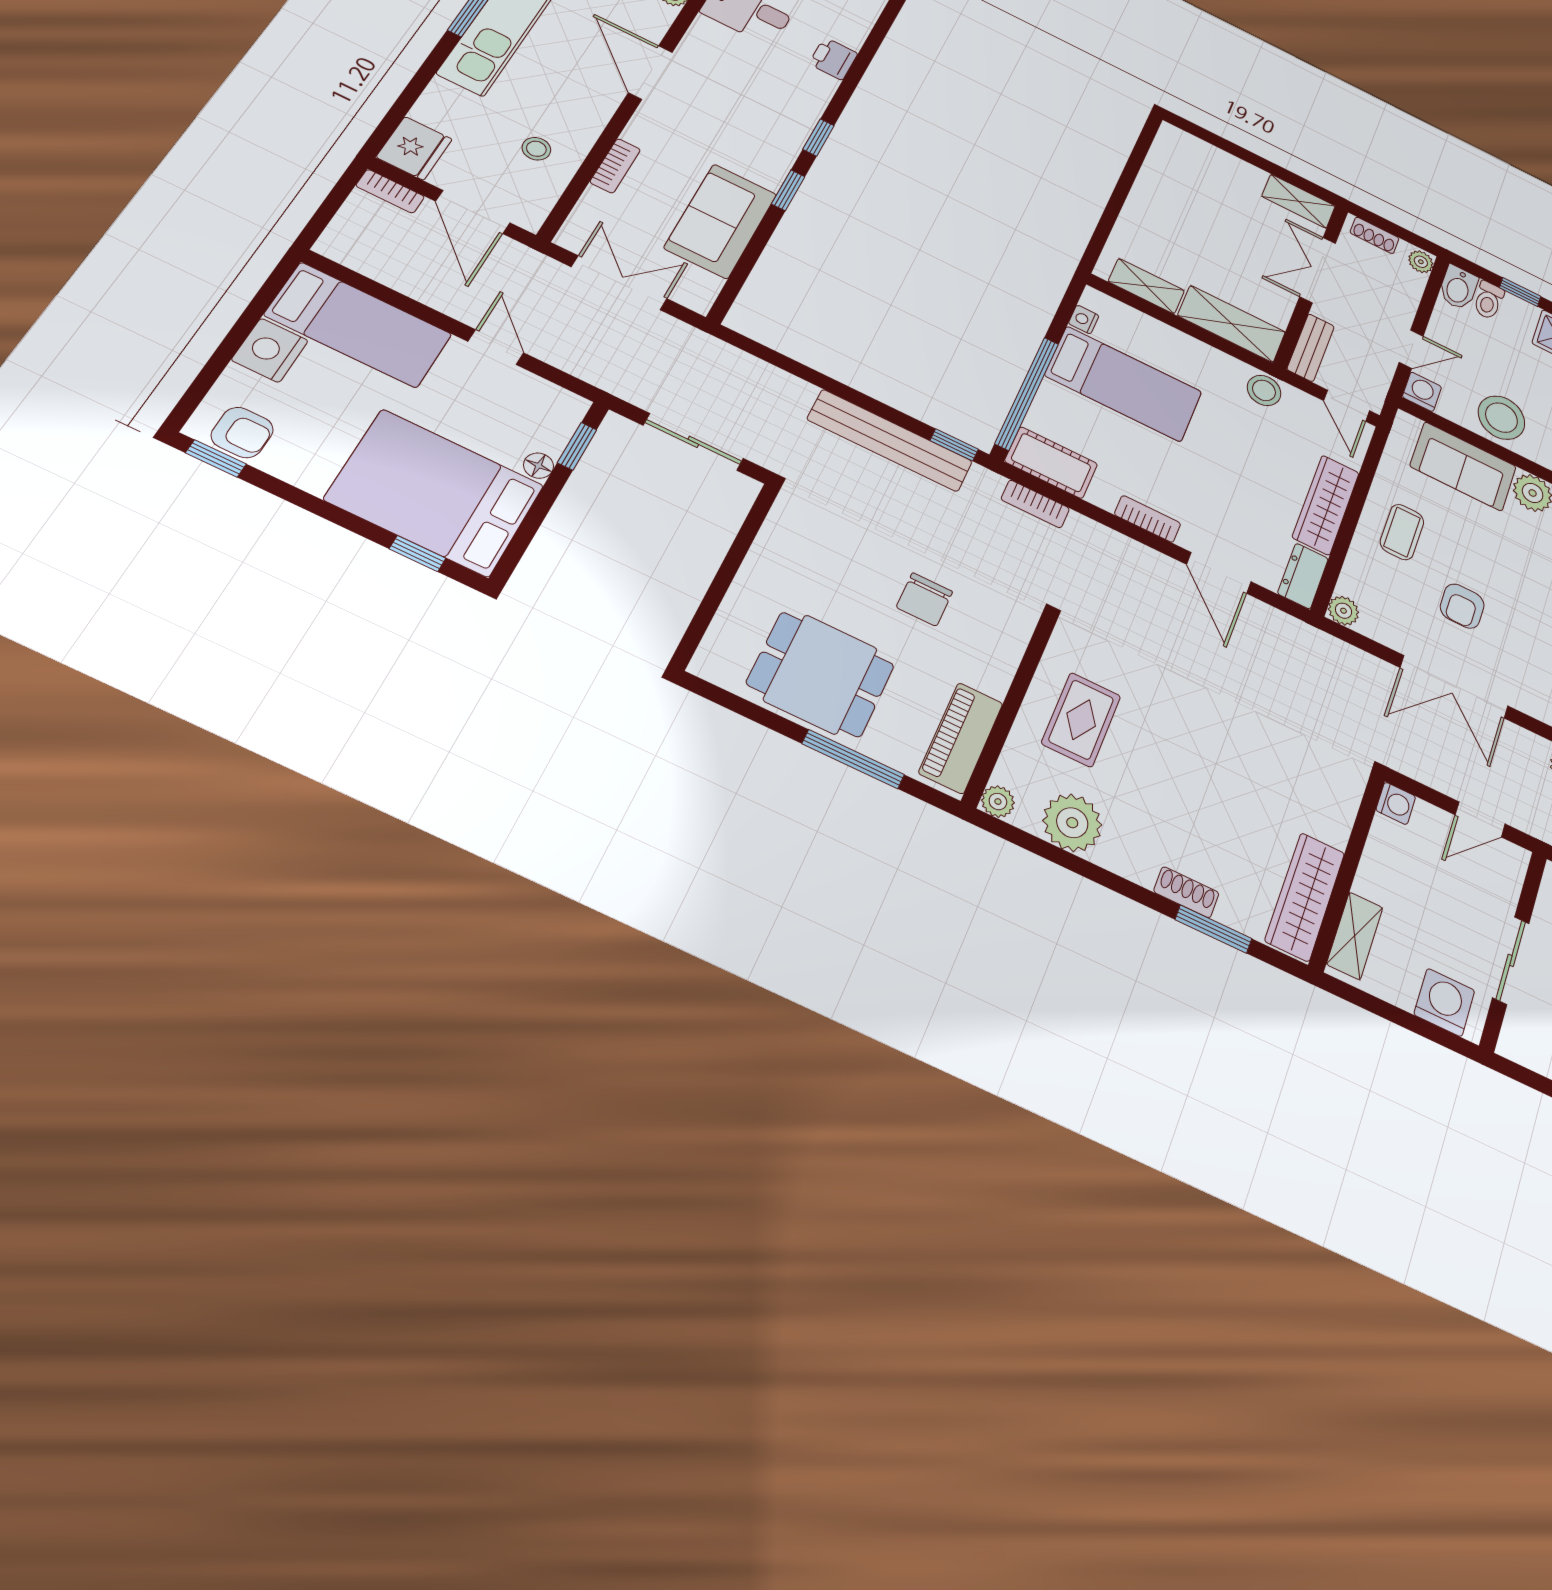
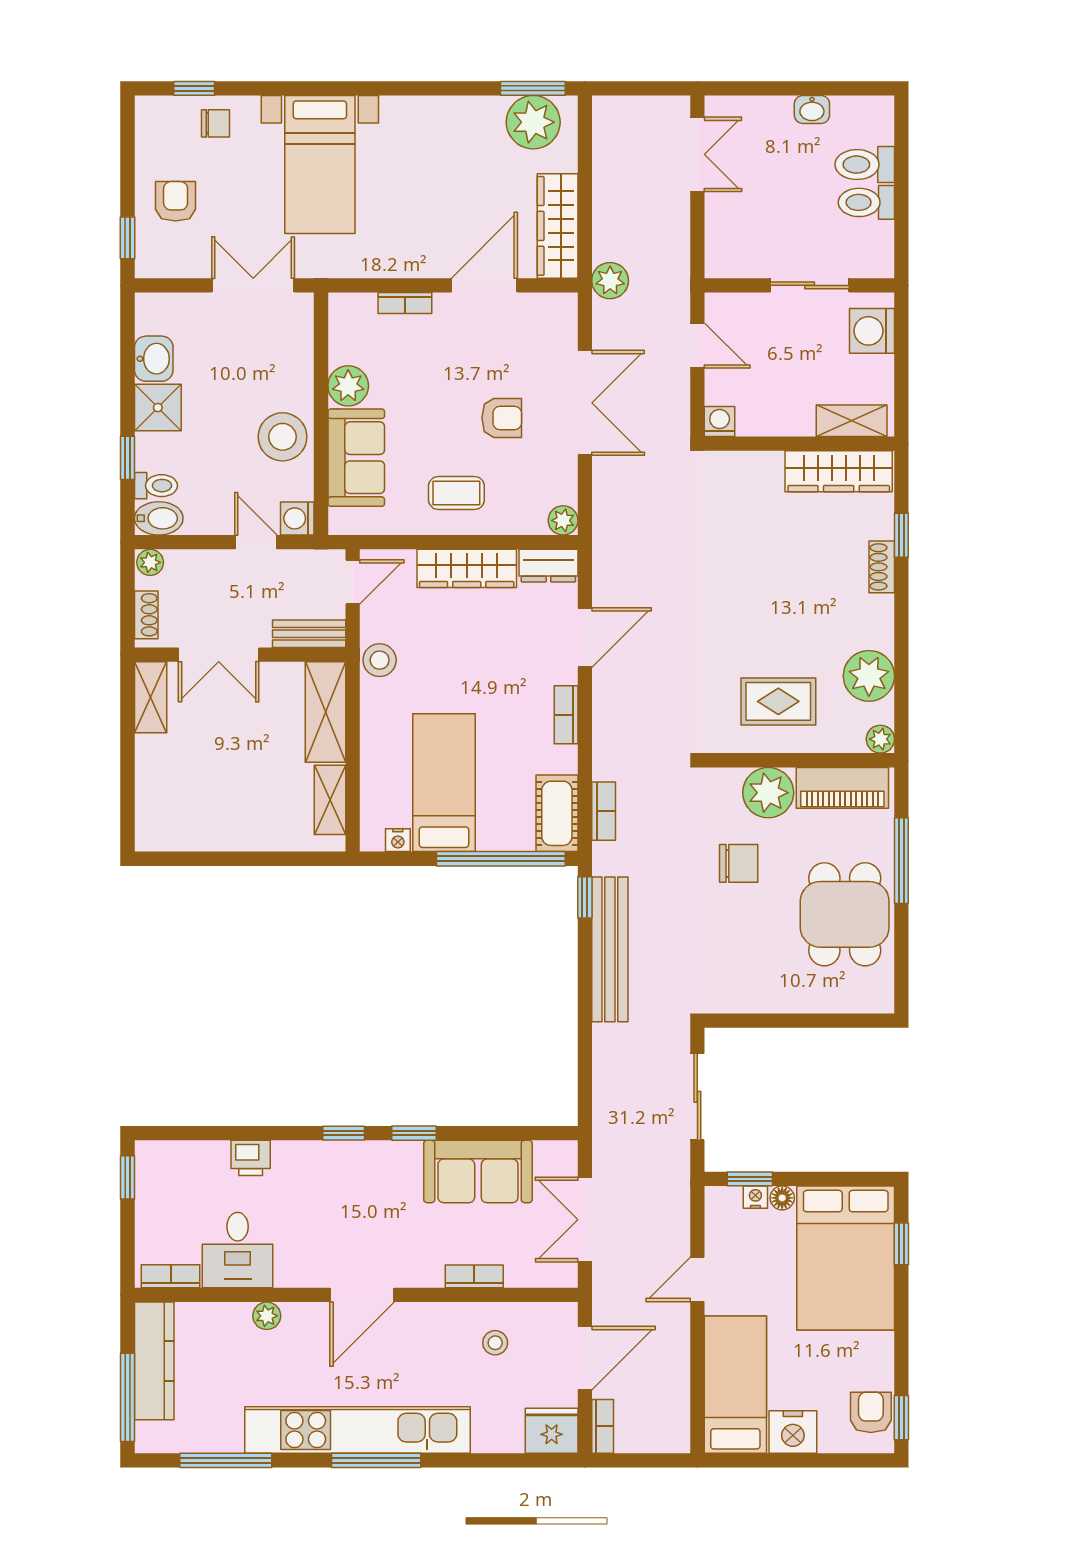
nightstand: (554, 442) -> (755, 1197), added
plant: (988, 663) -> (768, 793), added
window: (1213, 929) -> (901, 535), width x0.67

